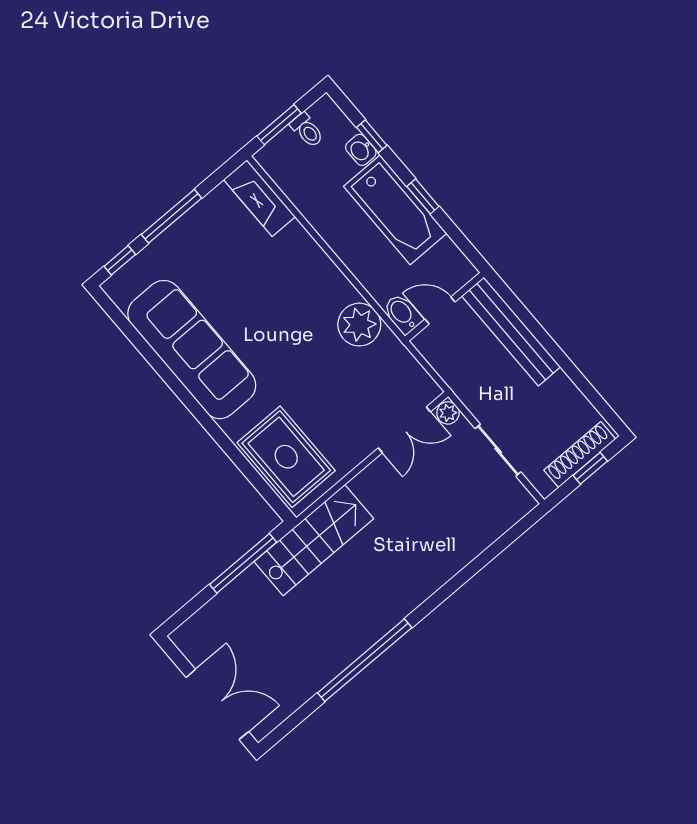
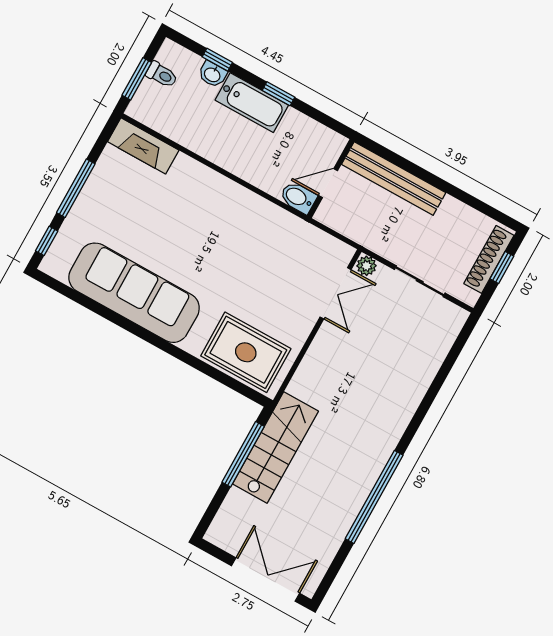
bathtub: (395, 210) -> (252, 103), width x0.73, depth x0.73
plant: (359, 325) -> (265, 220), removed
stairs: (314, 540) -> (275, 448), moved

